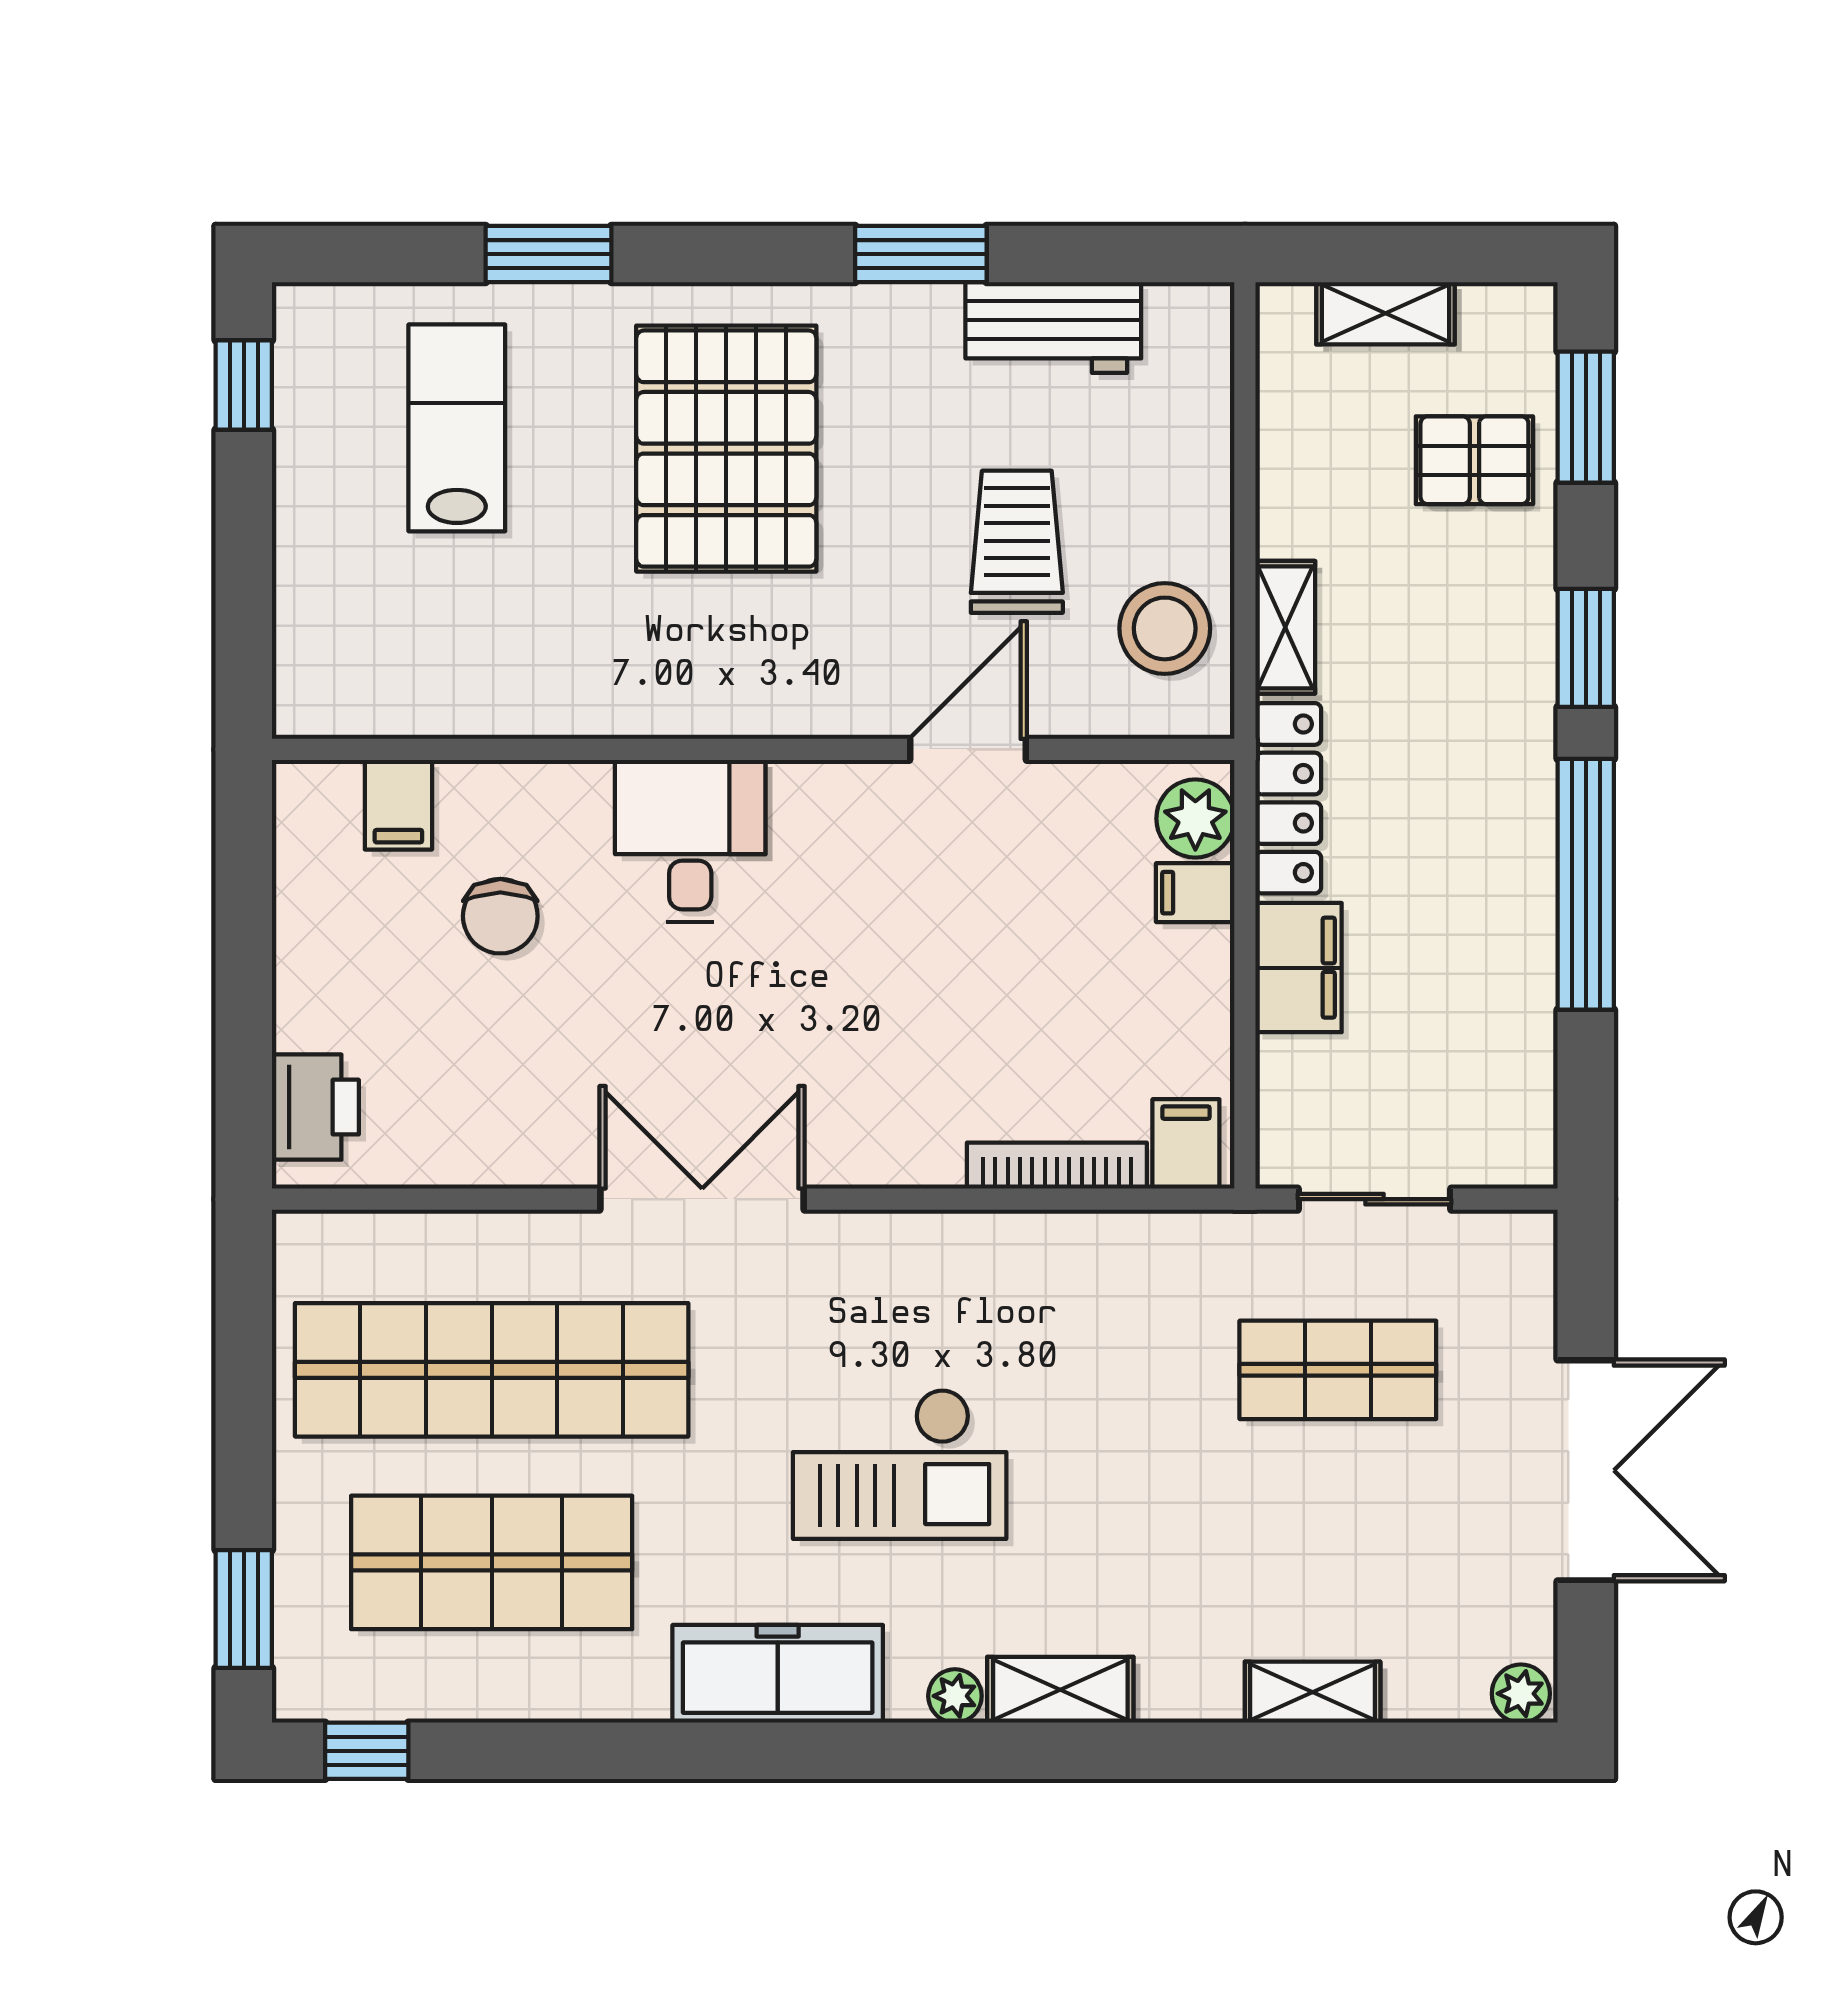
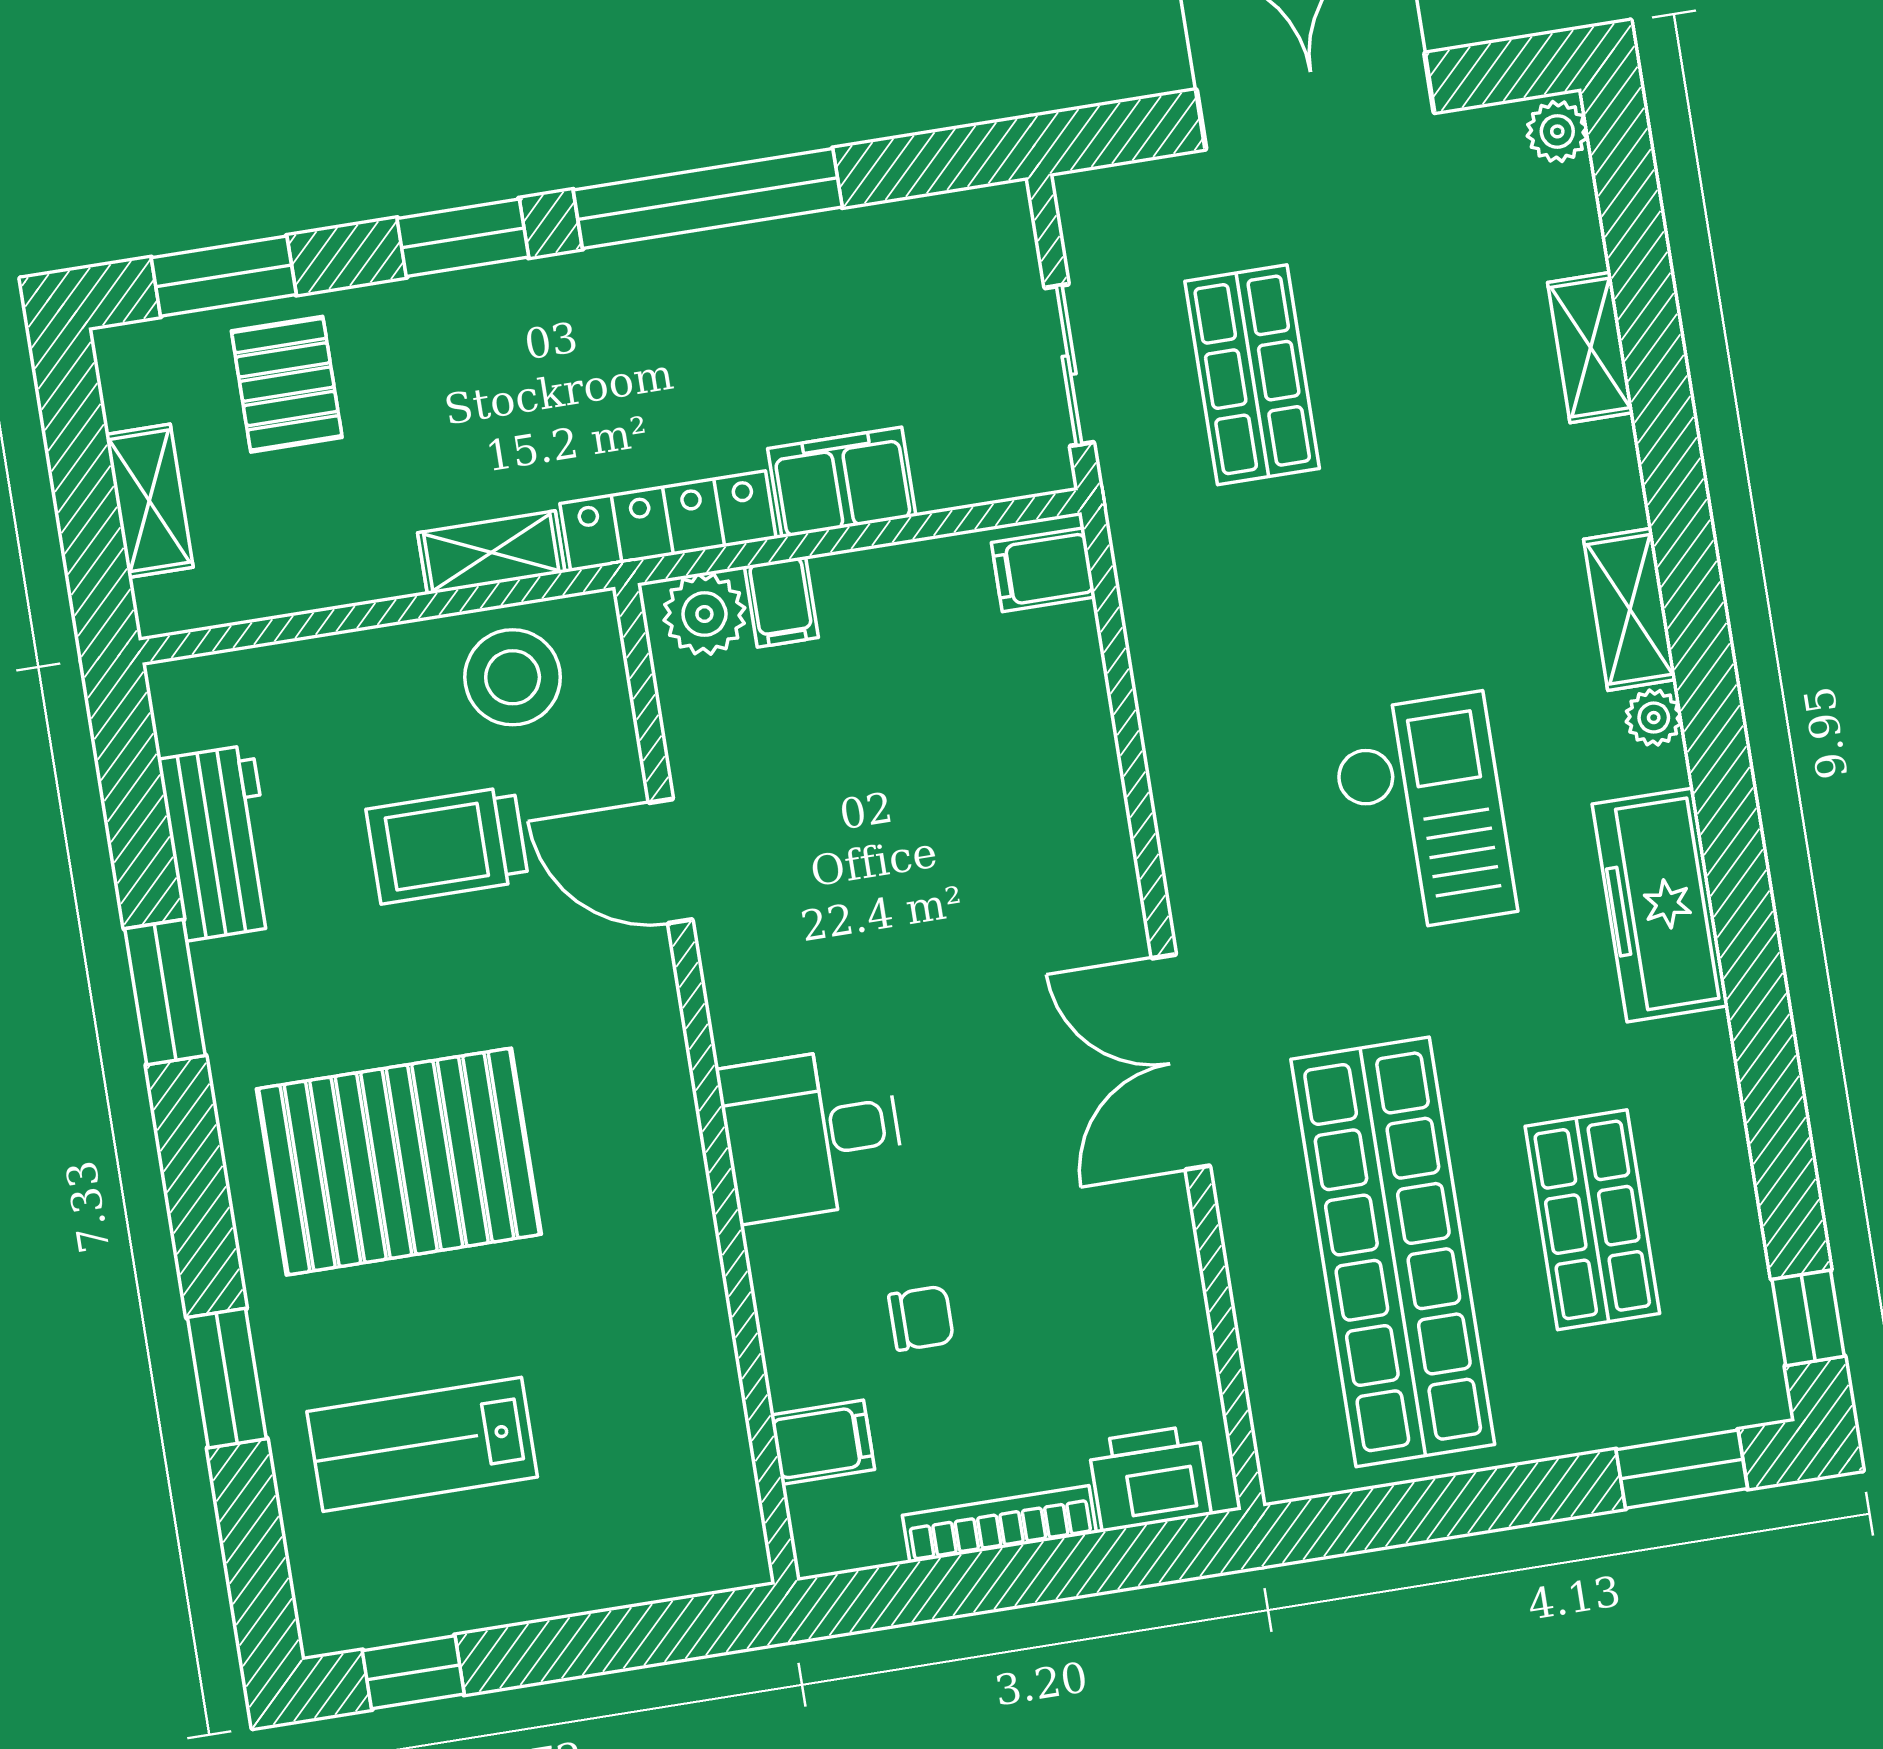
chair: (500, 916) -> (921, 1318), width x0.73, depth x0.73
bookcase: (1057, 1166) -> (999, 1524), moved, turned 90
shop shelf: (492, 1562) -> (1592, 1220), width x0.70, depth x0.74

